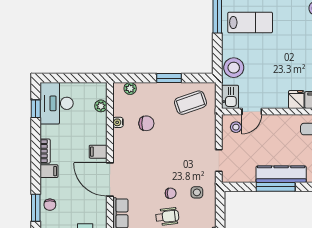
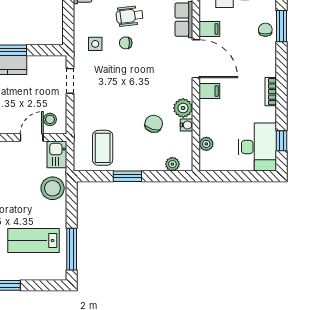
coffee table: (190, 103) -> (103, 148), turned -71
chair: (146, 123) -> (154, 124), turned 107
plant: (121, 137) -> (183, 108), added
filing cabinet: (49, 171) -> (209, 29), moved, turned 180

